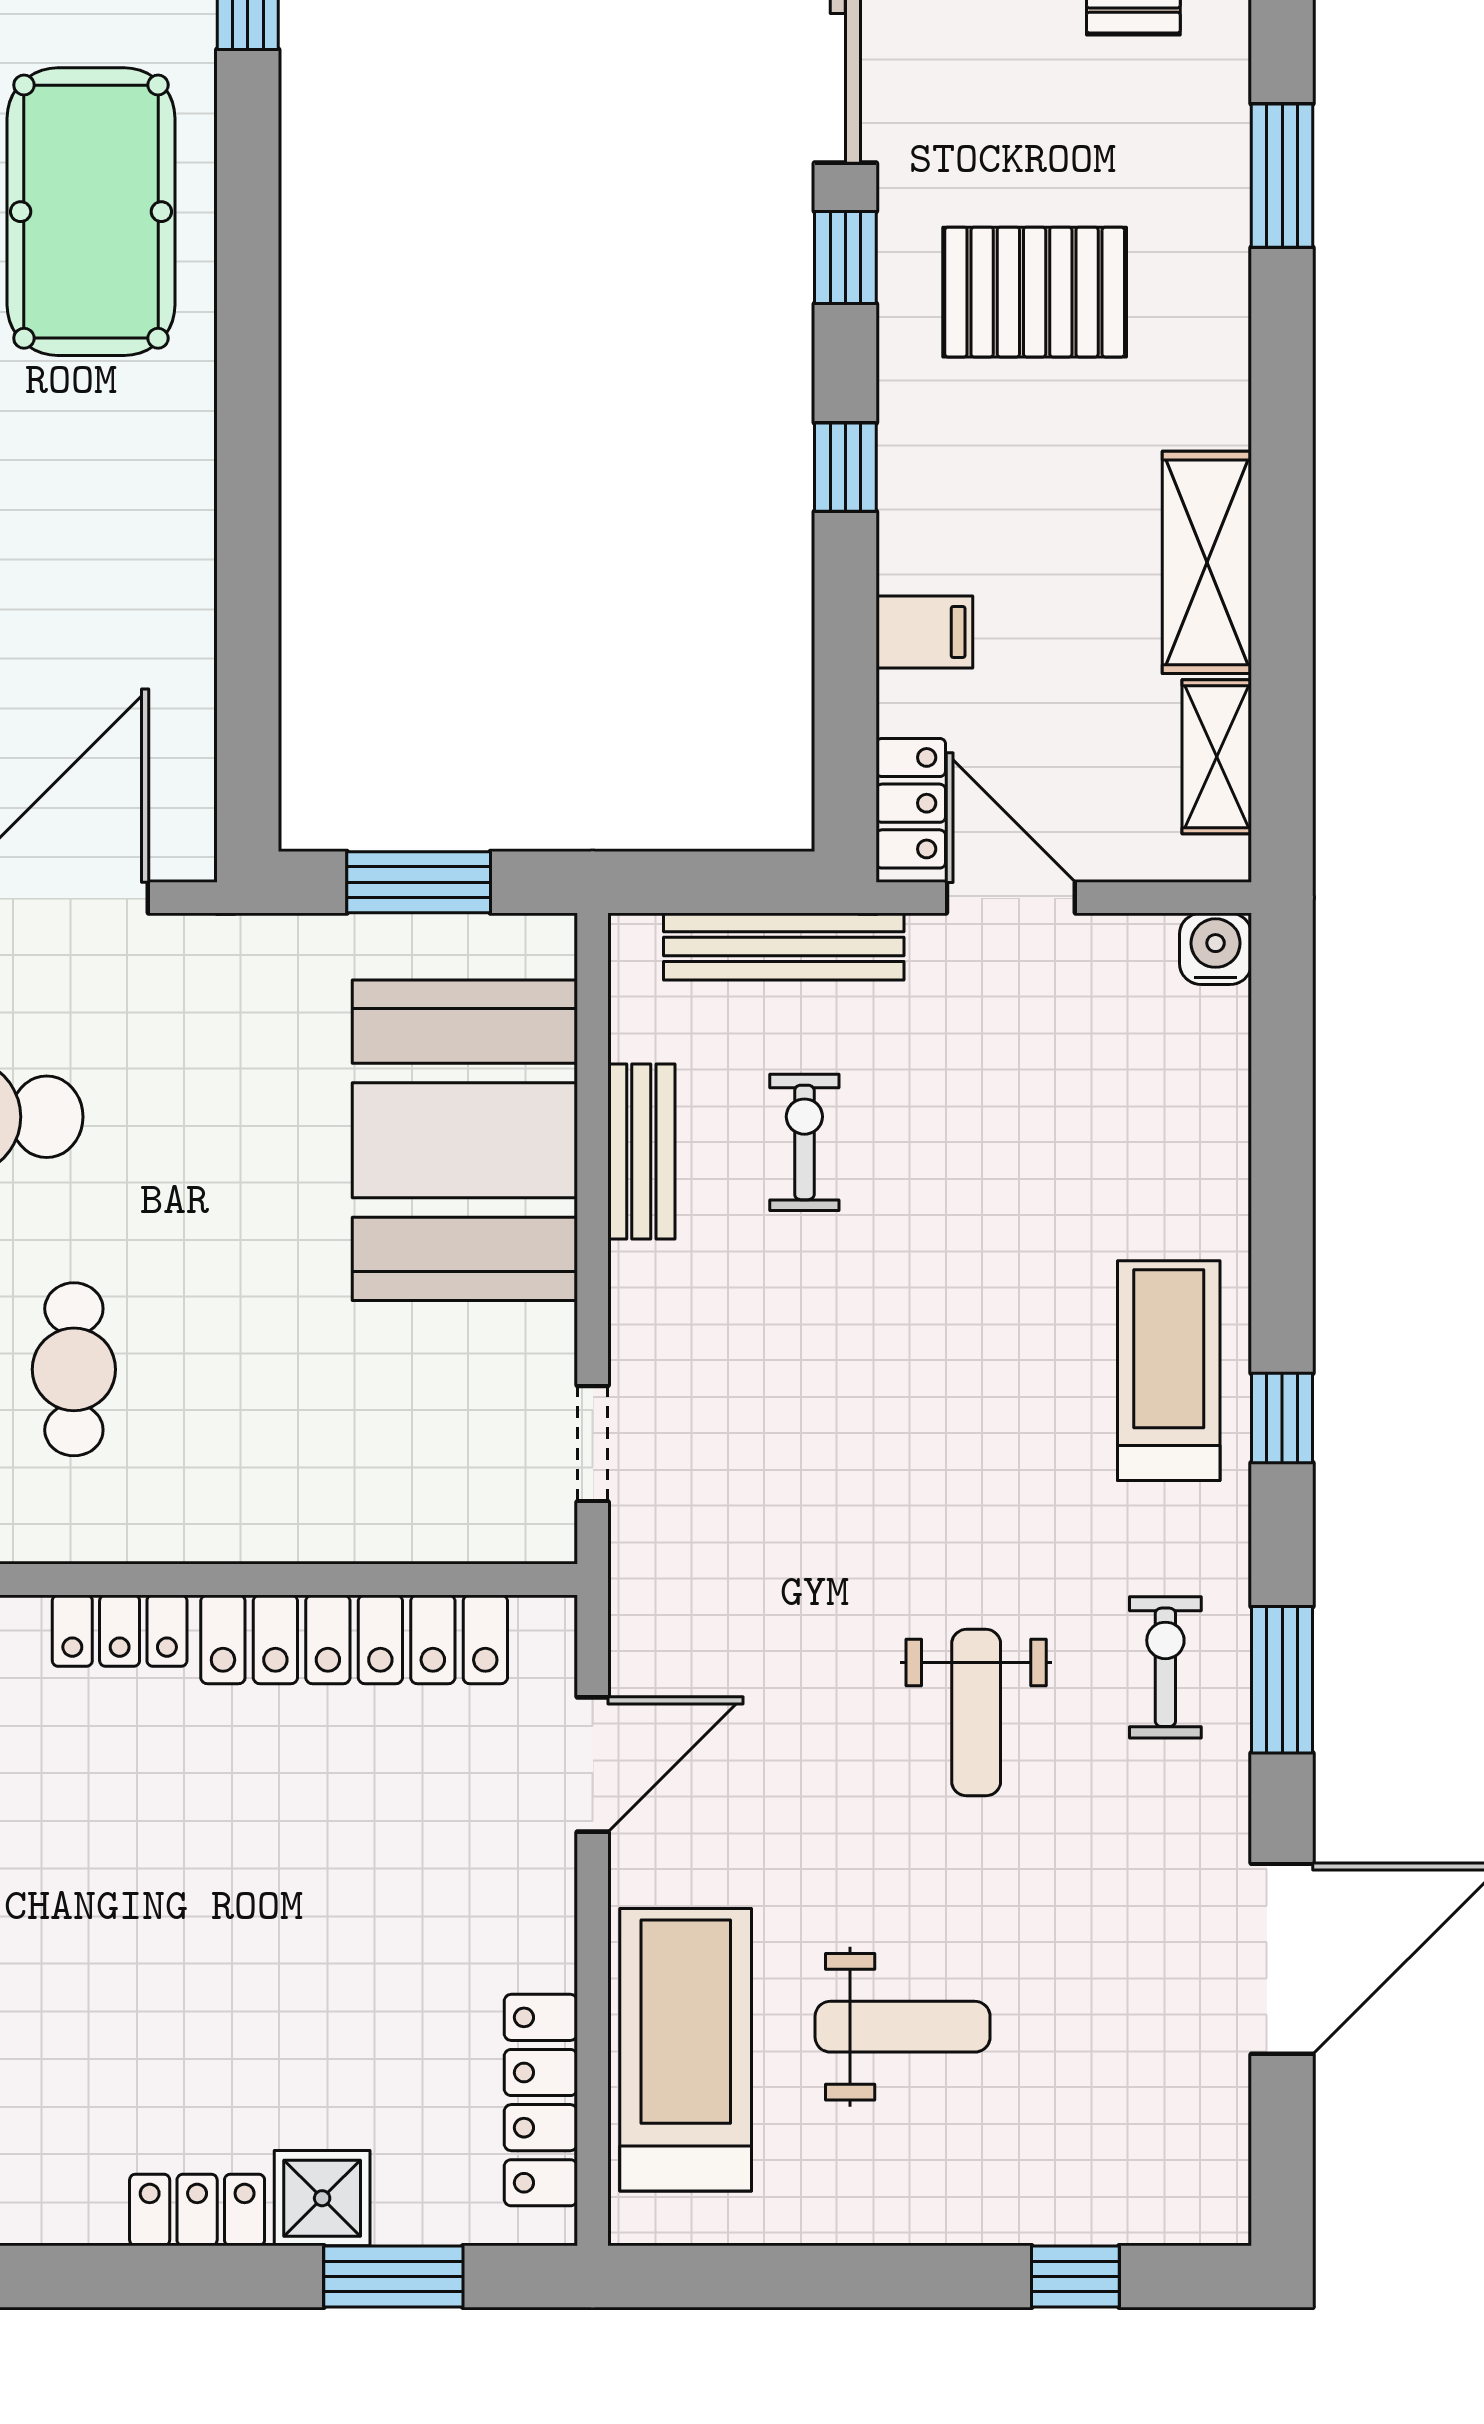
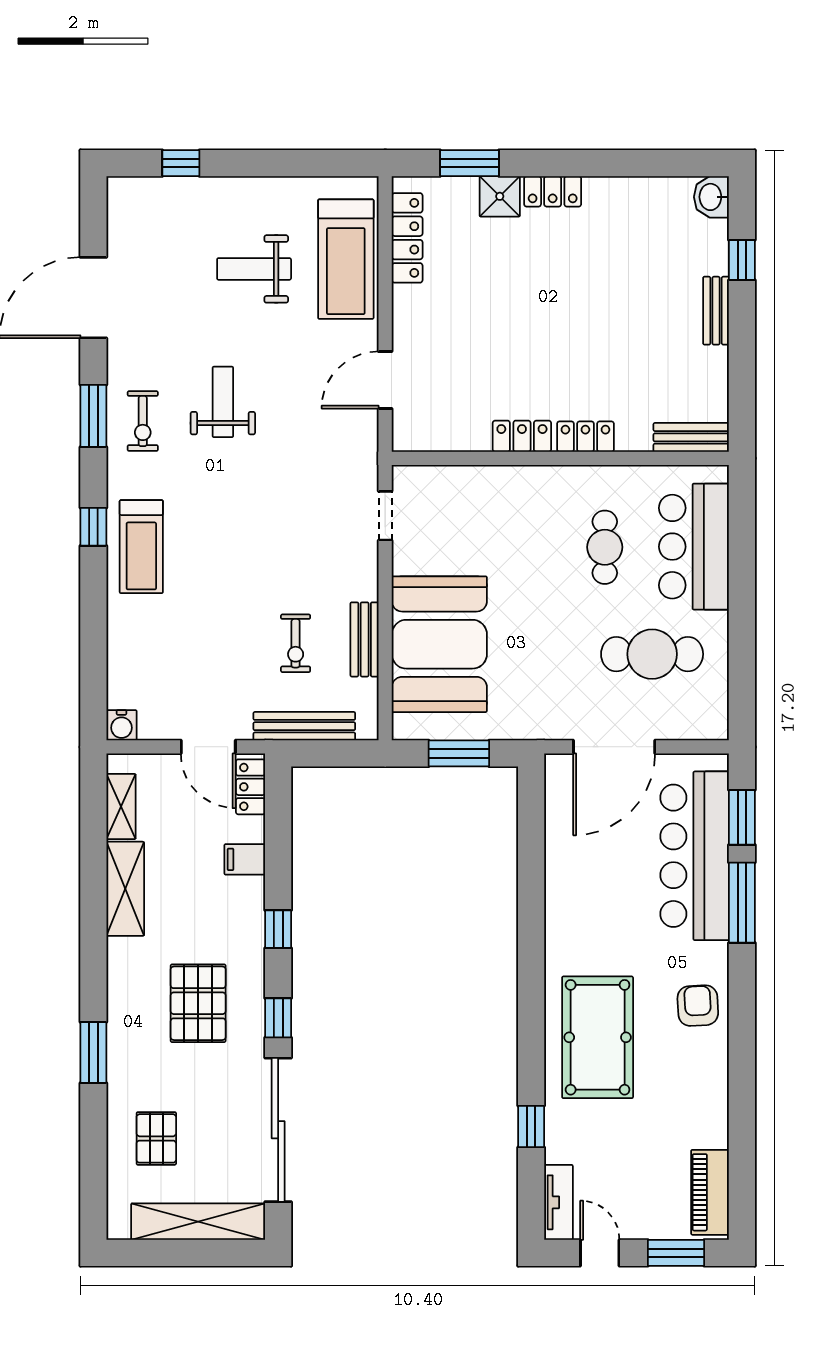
pallet: (1035, 292) -> (198, 1003), turned 90
locker: (354, 1639) -> (522, 436), width x0.46, depth x0.83

